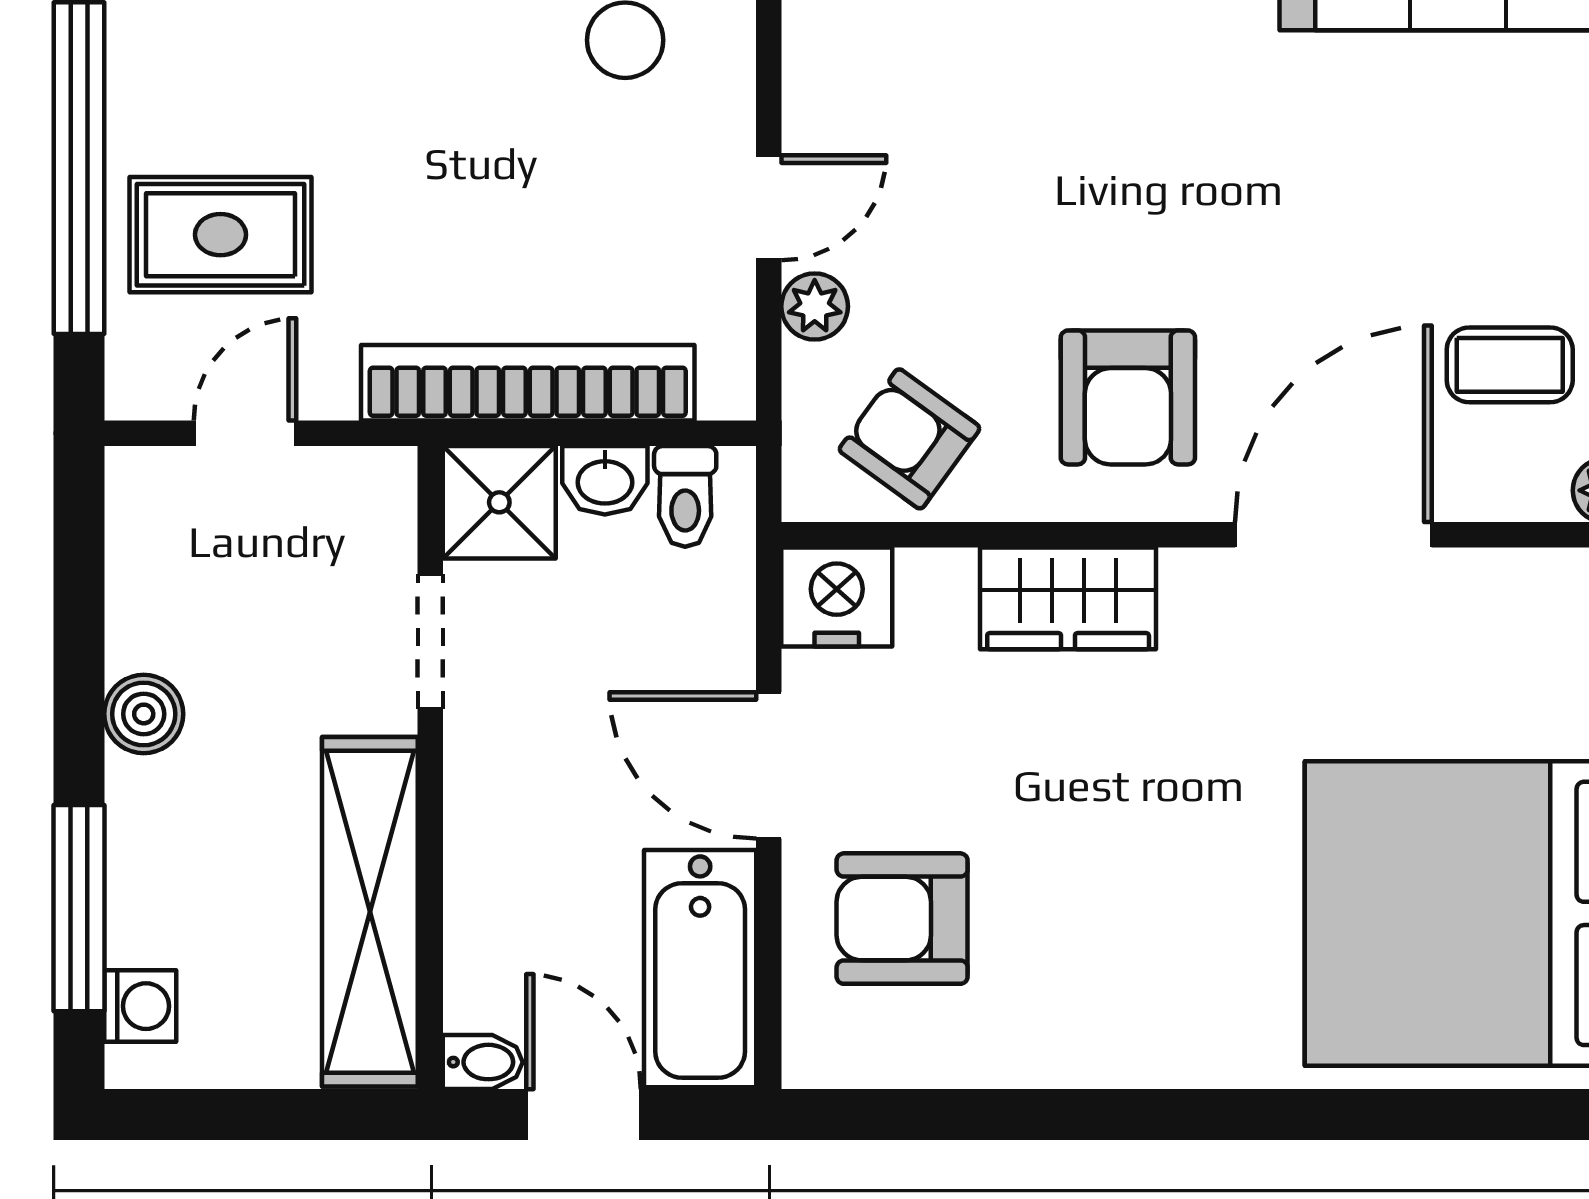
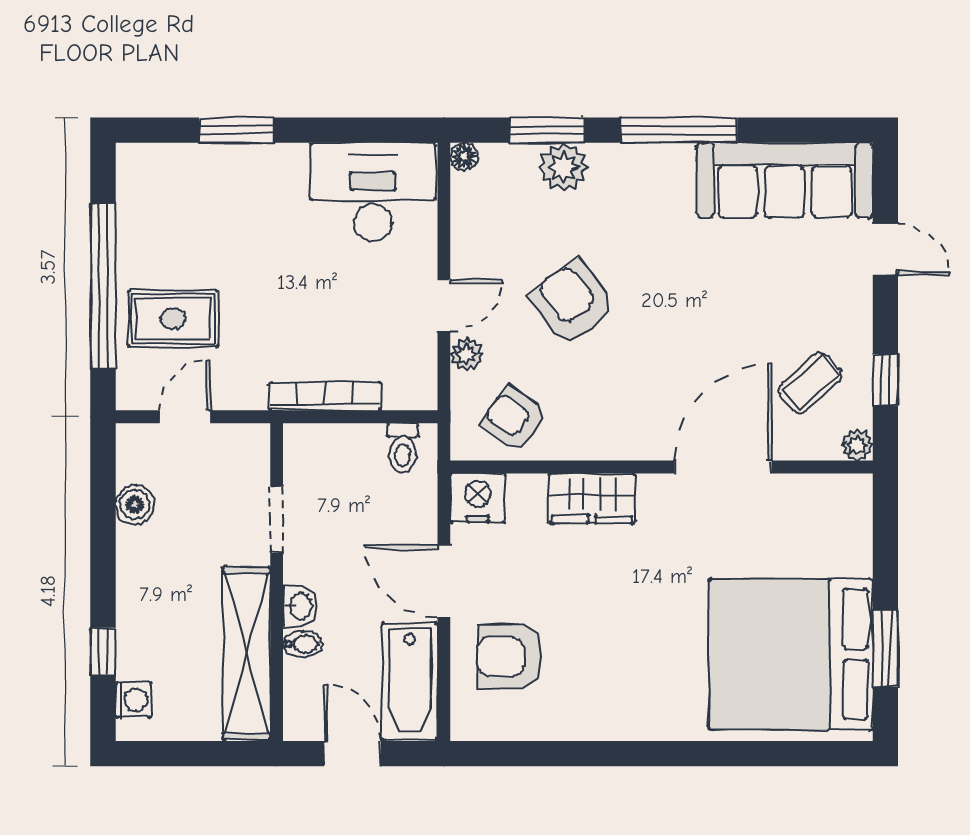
coffee table: (1510, 365) -> (810, 383), turned -41
bookcase: (528, 383) -> (325, 396), width x0.68, depth x0.76
armchair: (1128, 397) -> (572, 302), moved, turned 143
washbasin: (605, 480) -> (300, 606), moved, turned -90
shower: (499, 502) -> (311, 451), removed
boiler: (144, 714) -> (135, 504), moved
window: (79, 908) -> (103, 652), width x0.46
bidet: (483, 1062) -> (303, 644), moved

